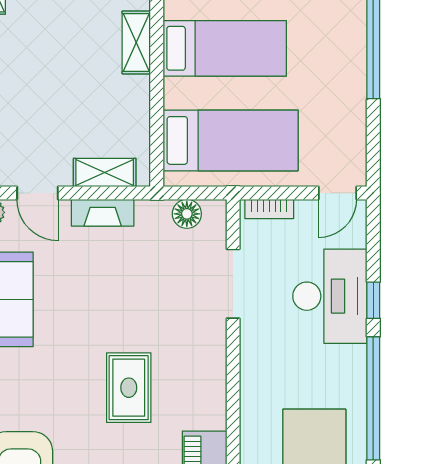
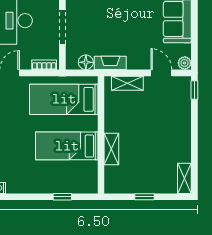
fireplace: (103, 213) -> (110, 63), moved

